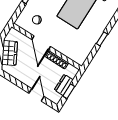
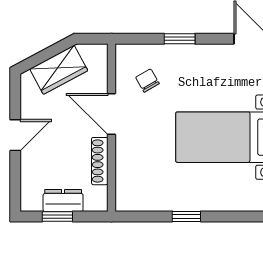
door: (41, 43) -> (111, 114), hinge flipped
door: (37, 95) -> (15, 135), moved

